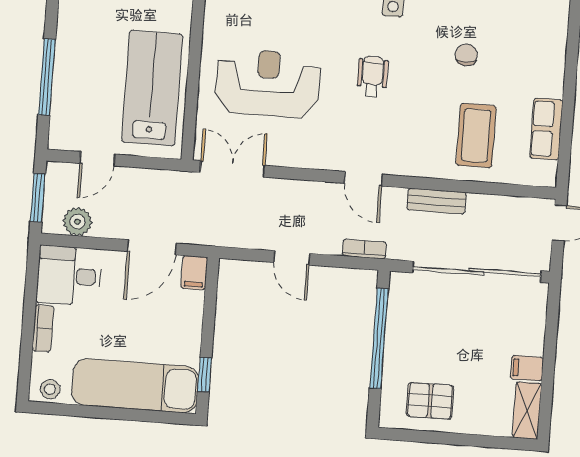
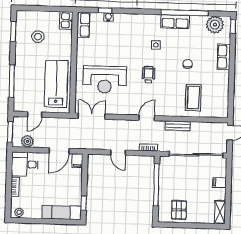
reception desk: (268, 83) -> (105, 80), turned 180
row of seats: (546, 129) -> (224, 57), moved
door: (363, 179) -> (147, 118), swing flipped
filing cabinet: (527, 368) -> (219, 183), moved
exam couch: (135, 386) -> (62, 213), width x0.73, depth x0.69
pallet: (430, 401) -> (179, 210), turned 90

